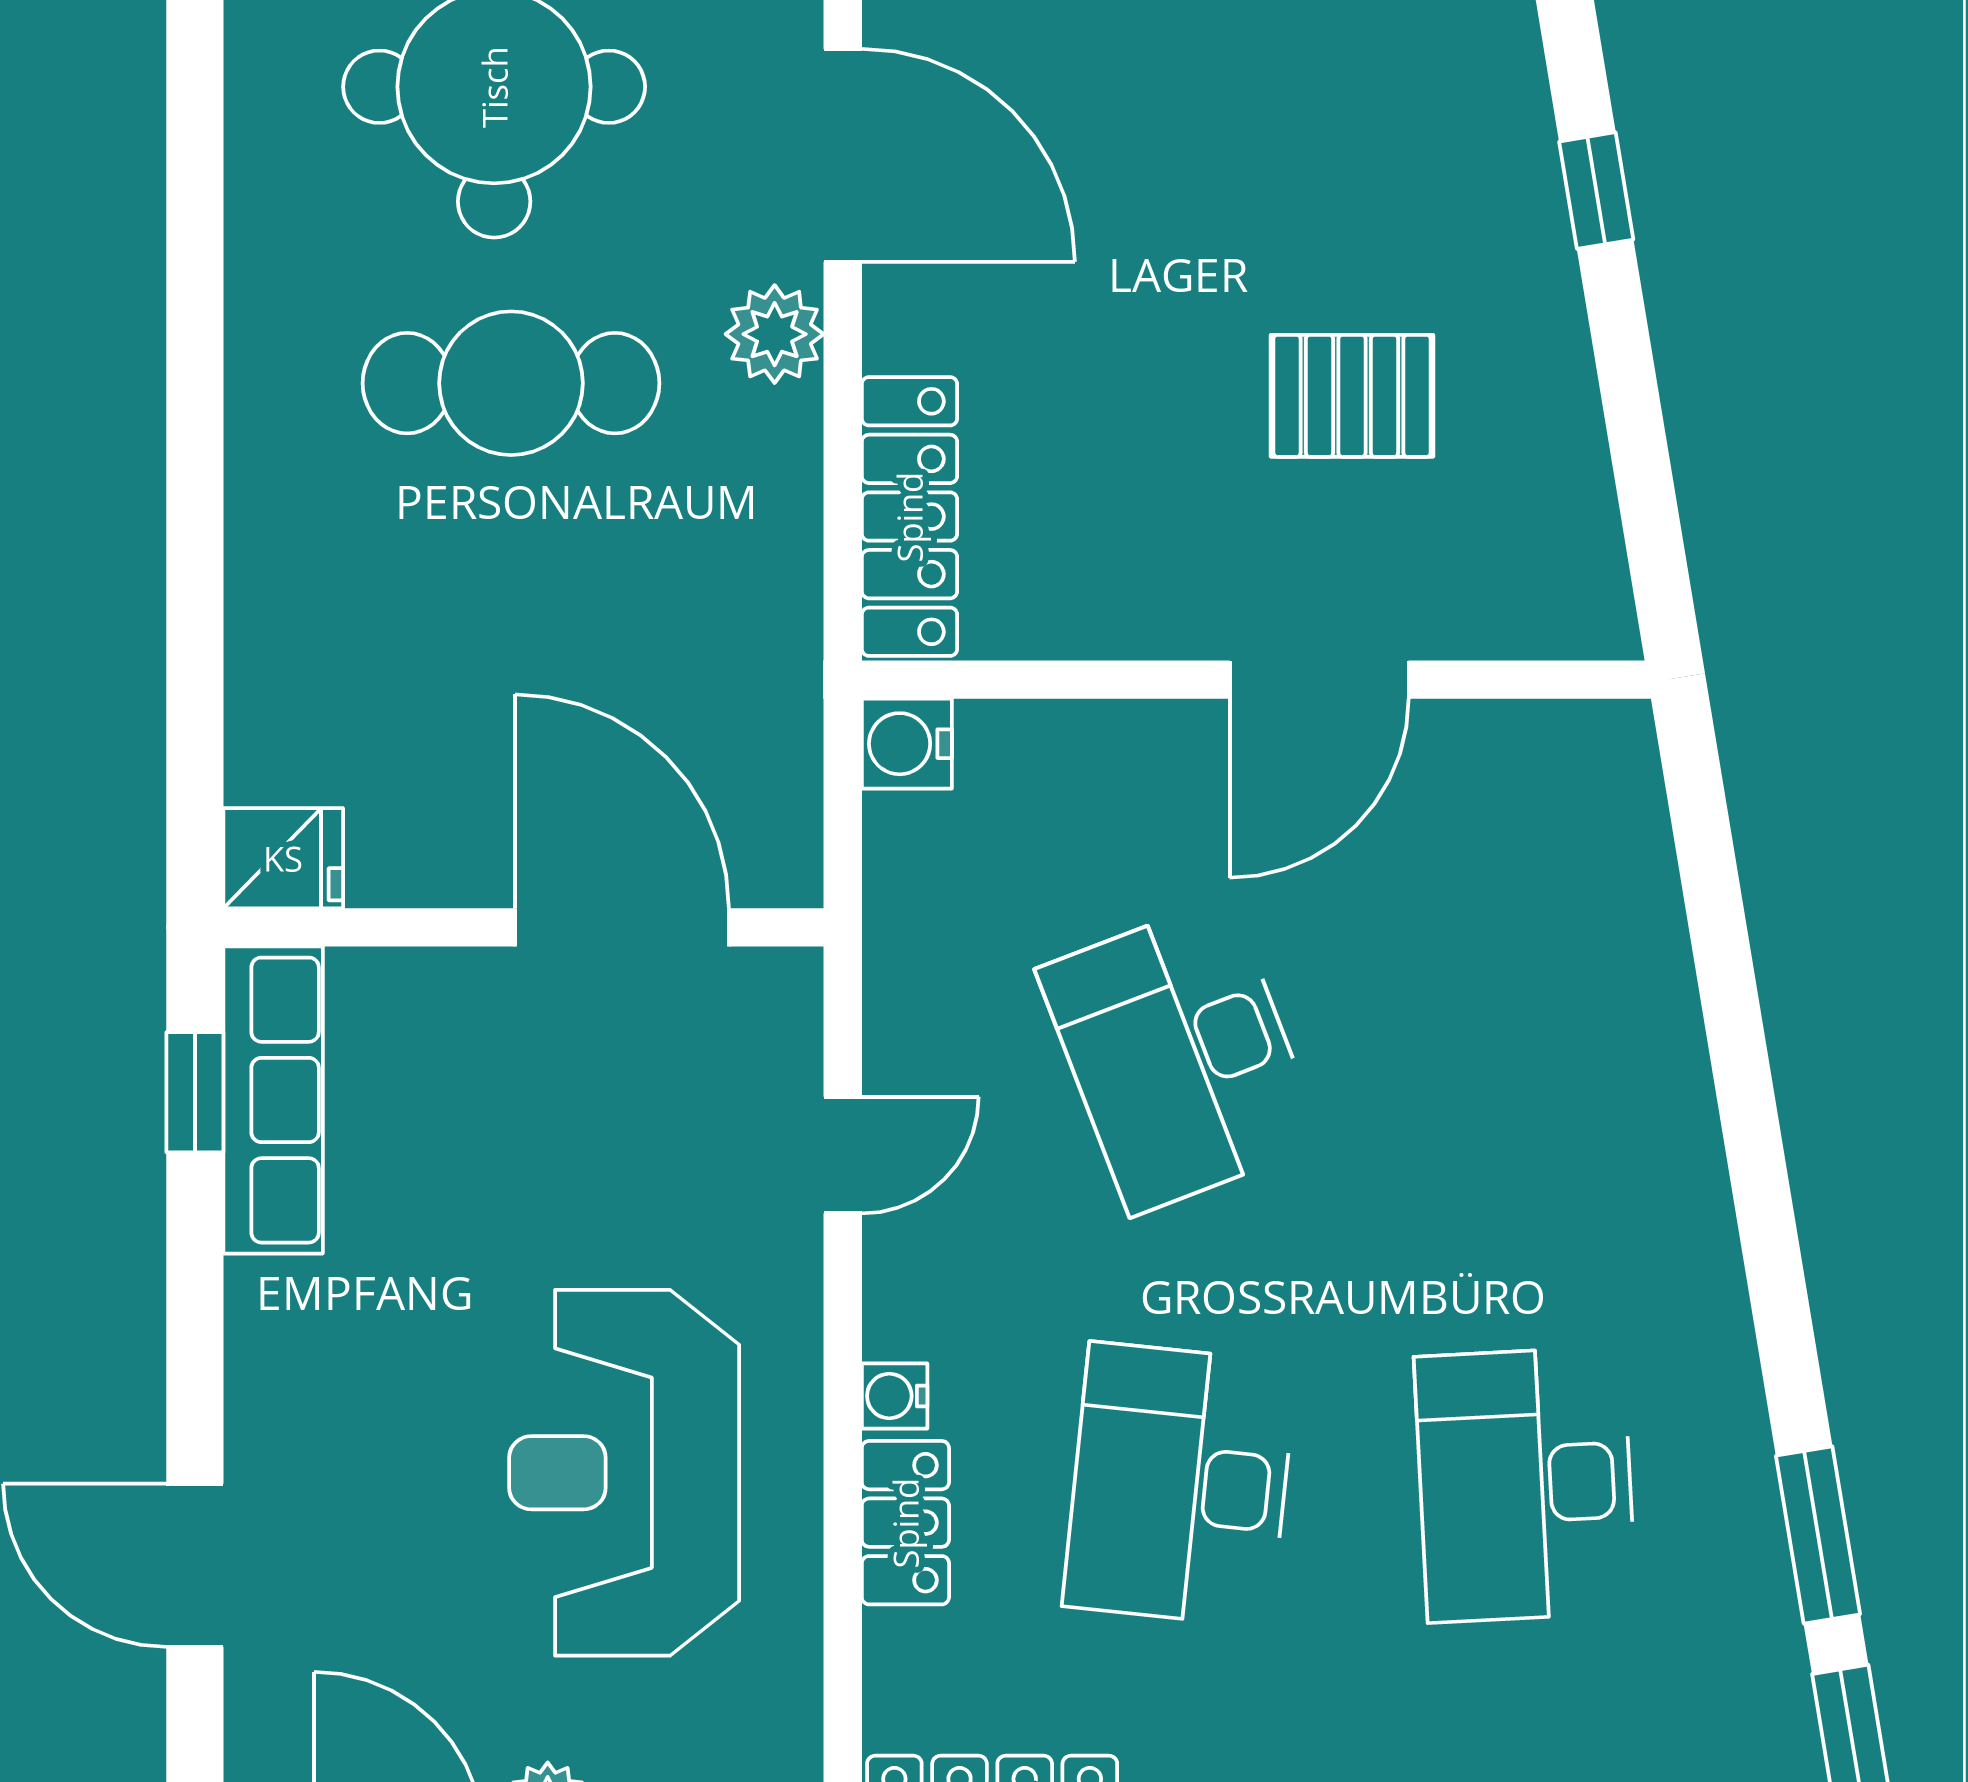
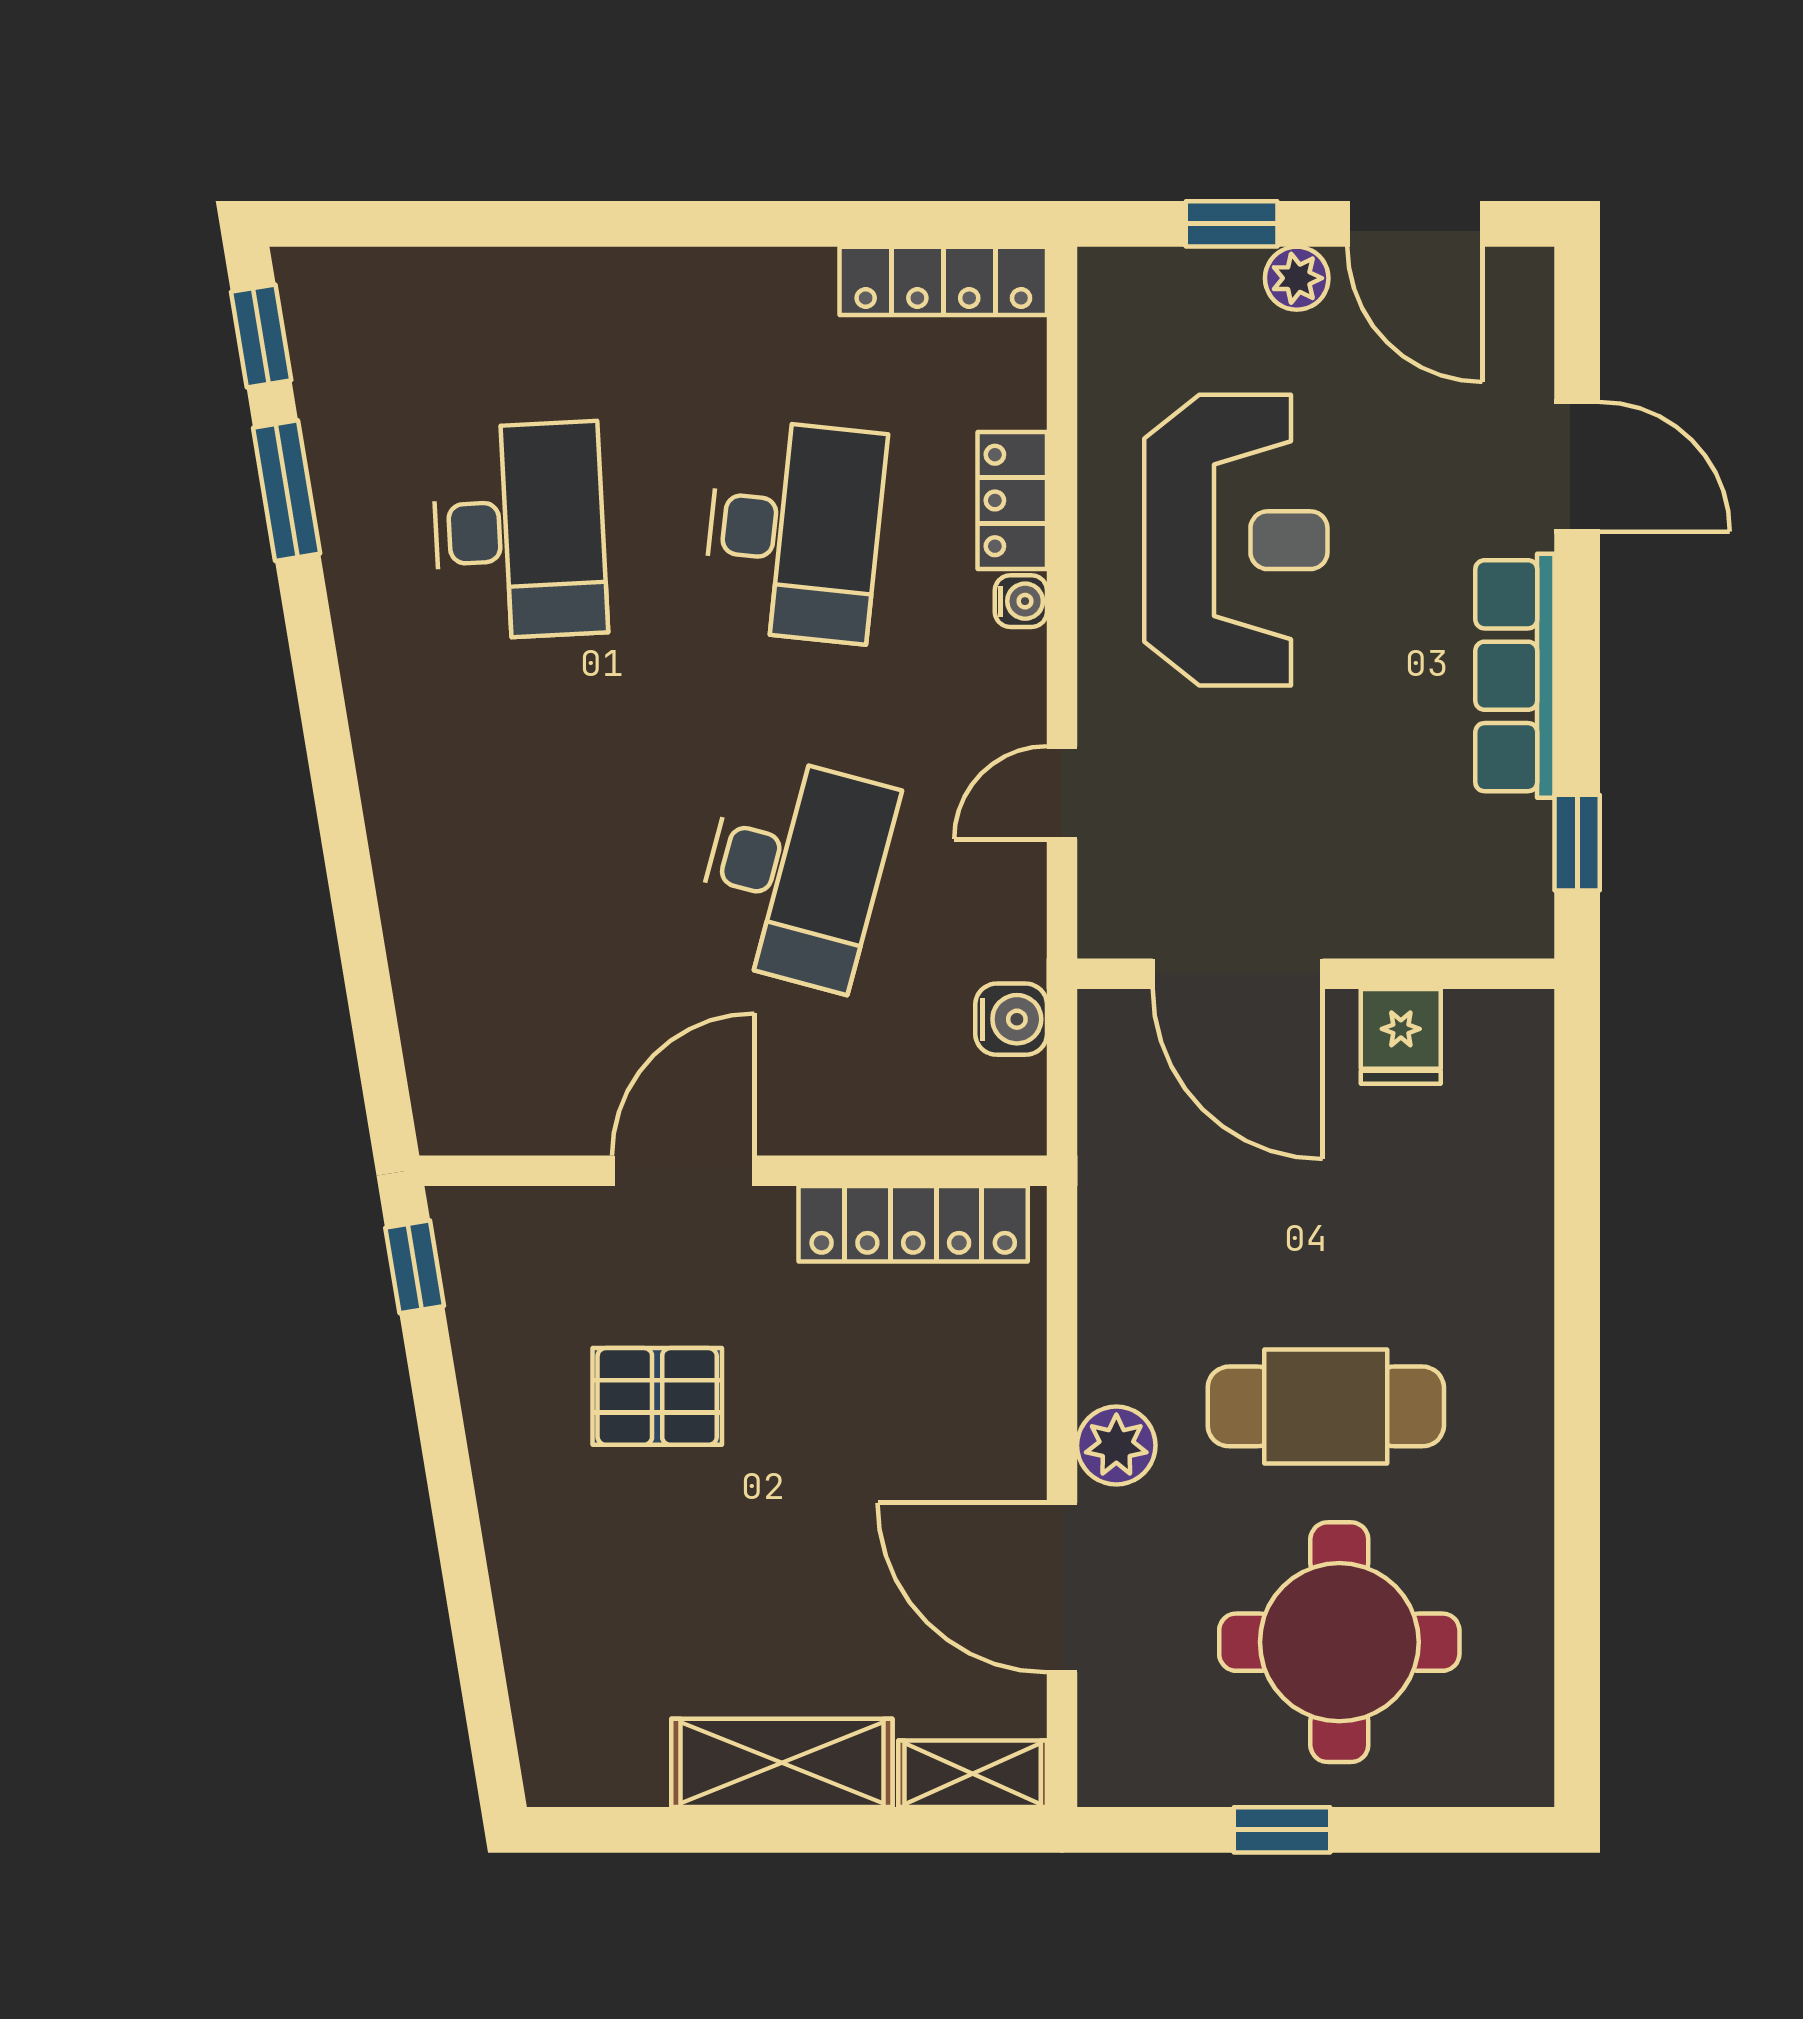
window: (1596, 191) -> (415, 1267), moved
locker: (909, 517) -> (913, 1224), moved, turned -90
water cooler: (907, 744) -> (1011, 1019), moved
fridge: (283, 858) -> (1401, 1036), moved, turned -90
desk: (1180, 1056) -> (794, 871), turned 36
row of seats: (273, 1100) -> (1515, 676), moved

